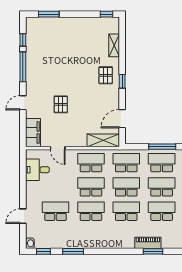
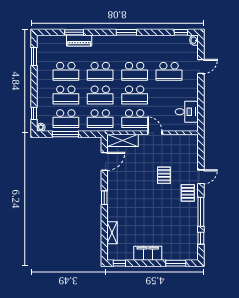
pallet: (106, 75) -> (188, 193), moved
filing cabinet: (33, 133) -> (148, 253), moved, turned 90
door: (58, 148) -> (155, 133), moved
window: (73, 251) -> (126, 32), moved

